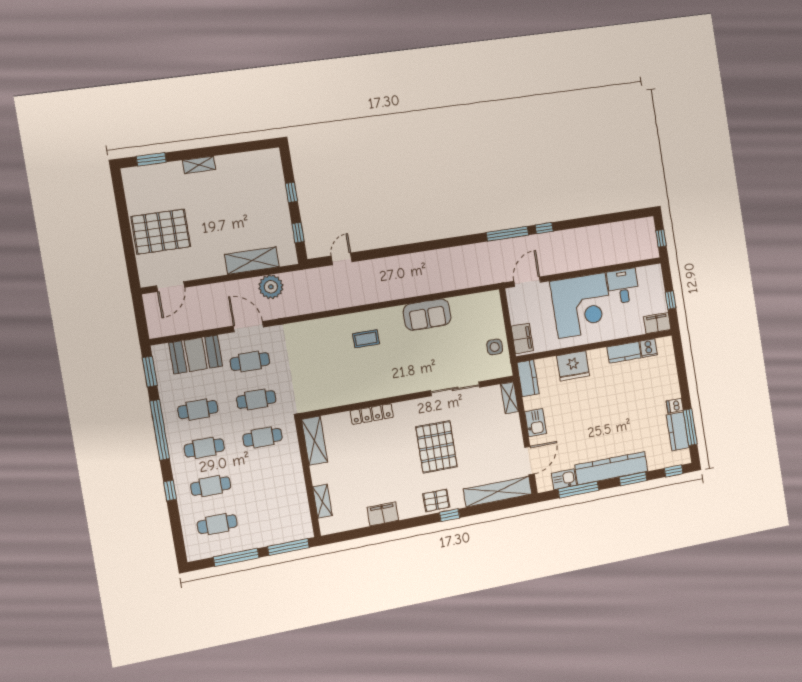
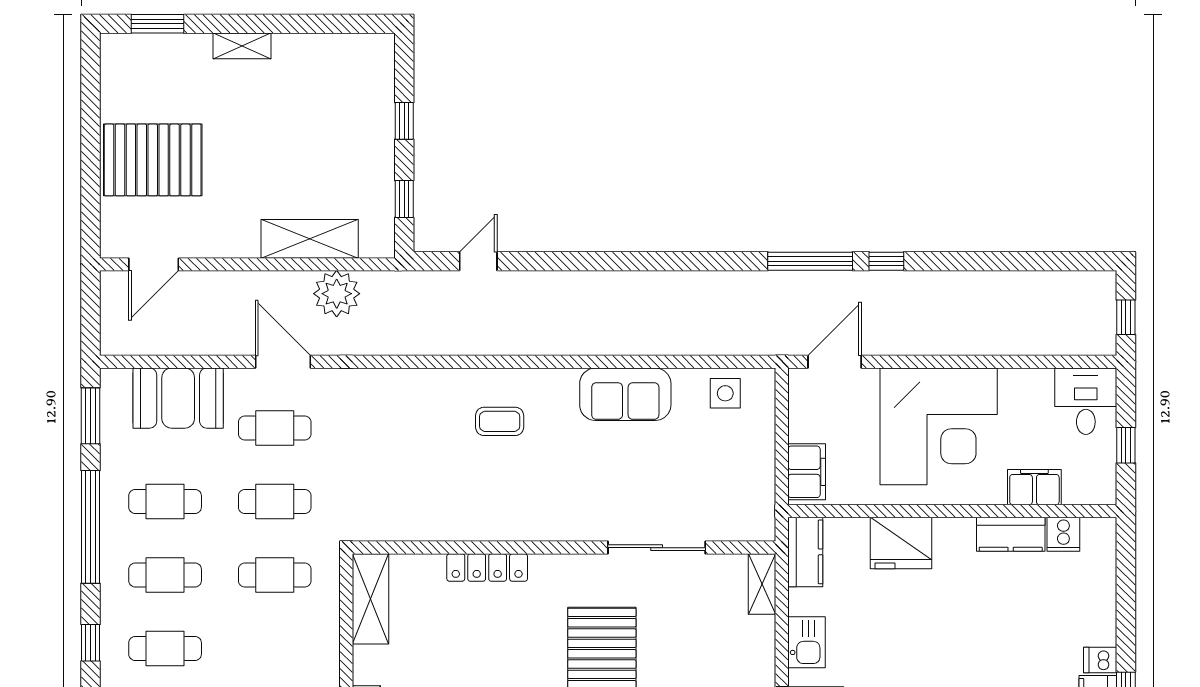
desk: (623, 286) -> (1086, 401), moved
filing cabinet: (657, 323) -> (1034, 487), moved
side table: (495, 347) -> (725, 393), moved

